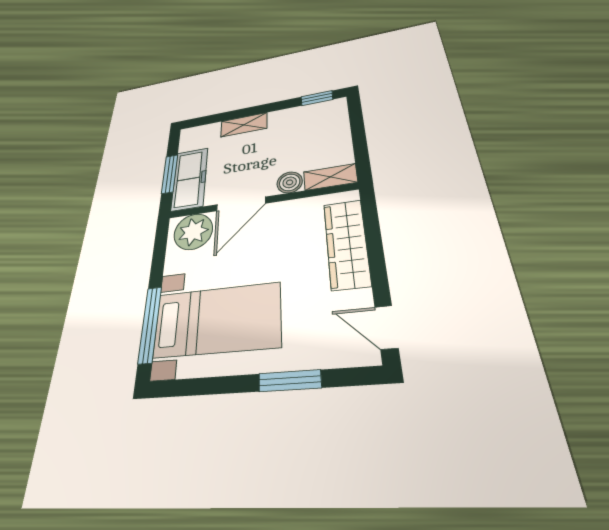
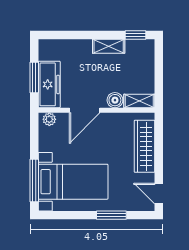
shelving: (244, 125) -> (109, 46), moved
plant: (193, 232) -> (49, 119), width x0.53, depth x0.53

